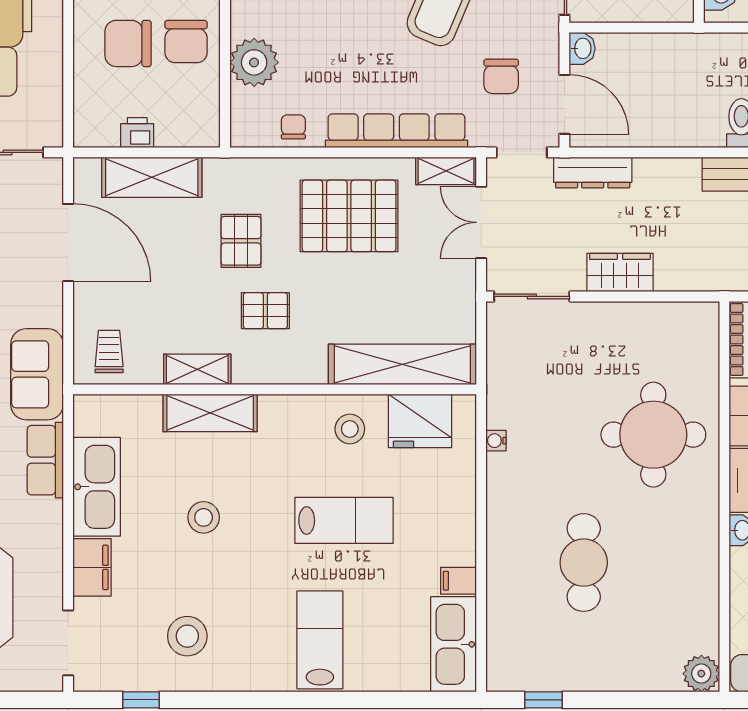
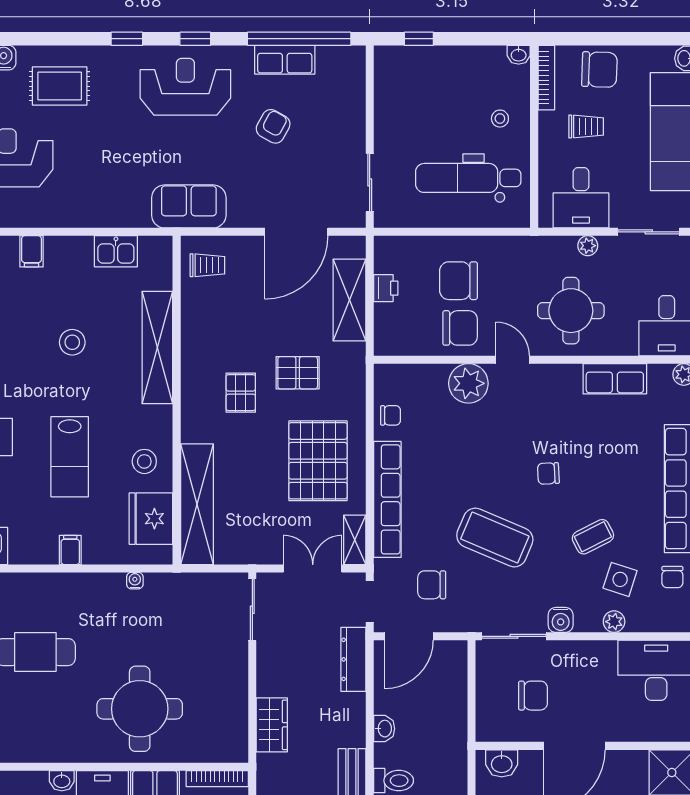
chair: (186, 42) -> (460, 328), turned 180
chair: (128, 43) -> (459, 281), turned -90
washbasin: (582, 48) -> (384, 729), moved, turned -90
plant: (254, 62) -> (468, 383), moved
wardrobe: (620, 273) -> (272, 725), moved
shelving: (197, 369) -> (193, 337), removed
shelving: (210, 413) -> (157, 348), width x1.47
row of seats: (45, 460) -> (119, 213), removed
kitchen sink: (97, 487) -> (116, 251), width x0.53, depth x0.81
filing cabinet: (92, 567) -> (31, 251), width x0.50
filing cabinet: (458, 581) -> (70, 550), moved

